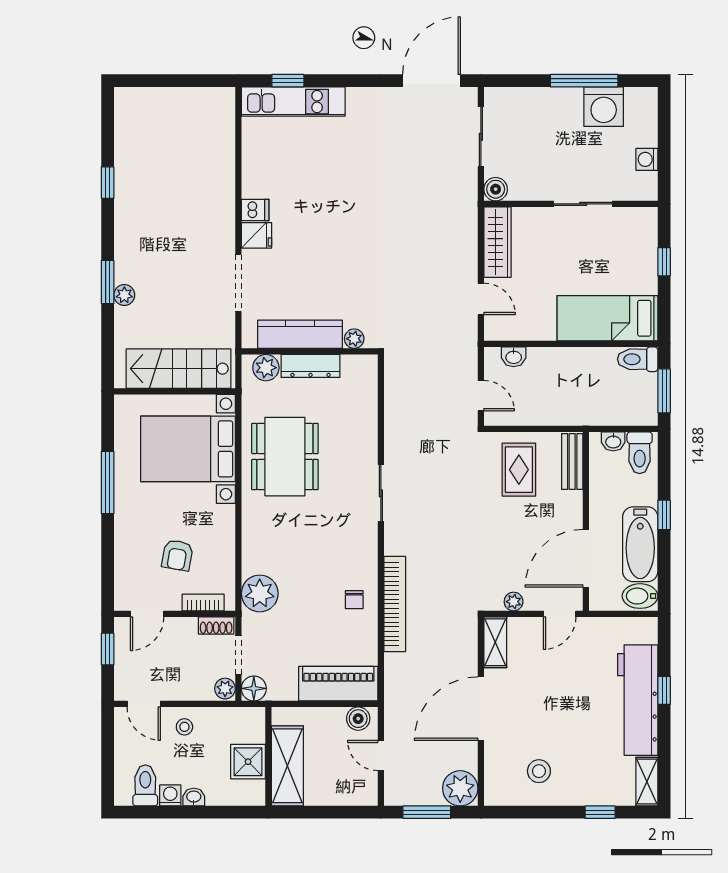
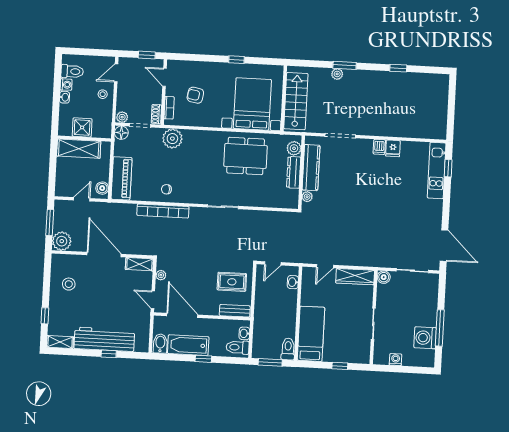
fridge: (257, 235) -> (393, 148), moved
window: (108, 482) -> (237, 60), width x0.46

